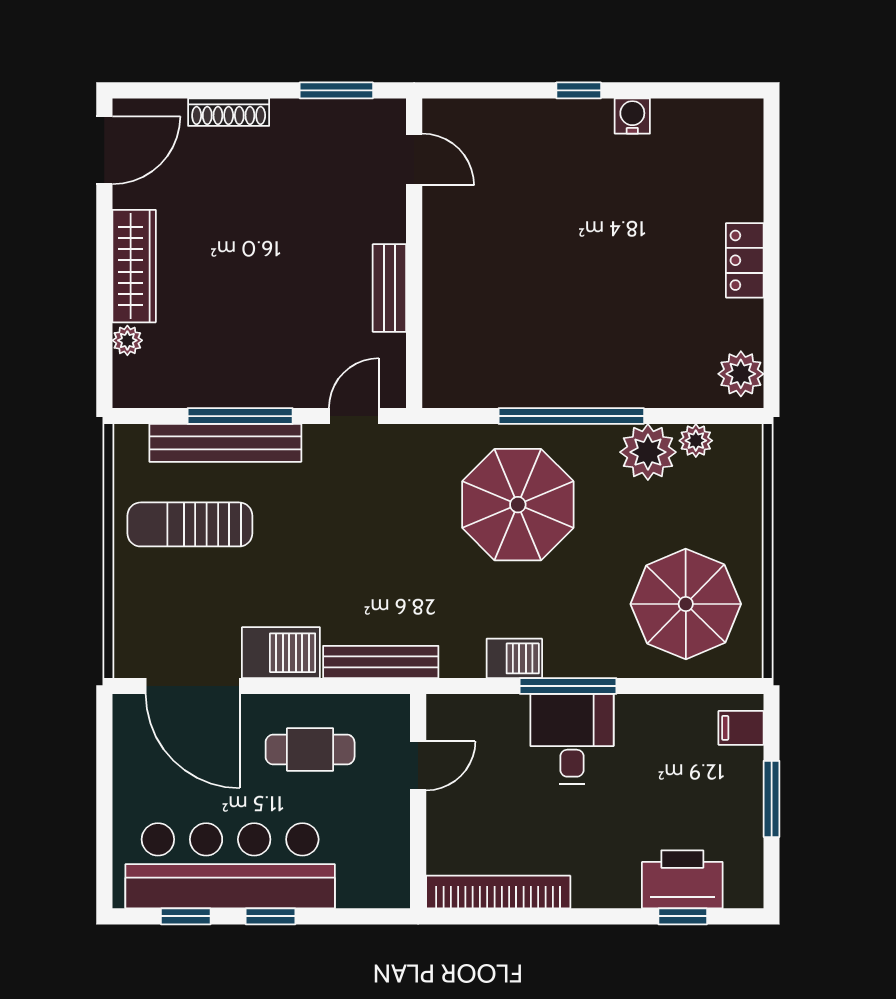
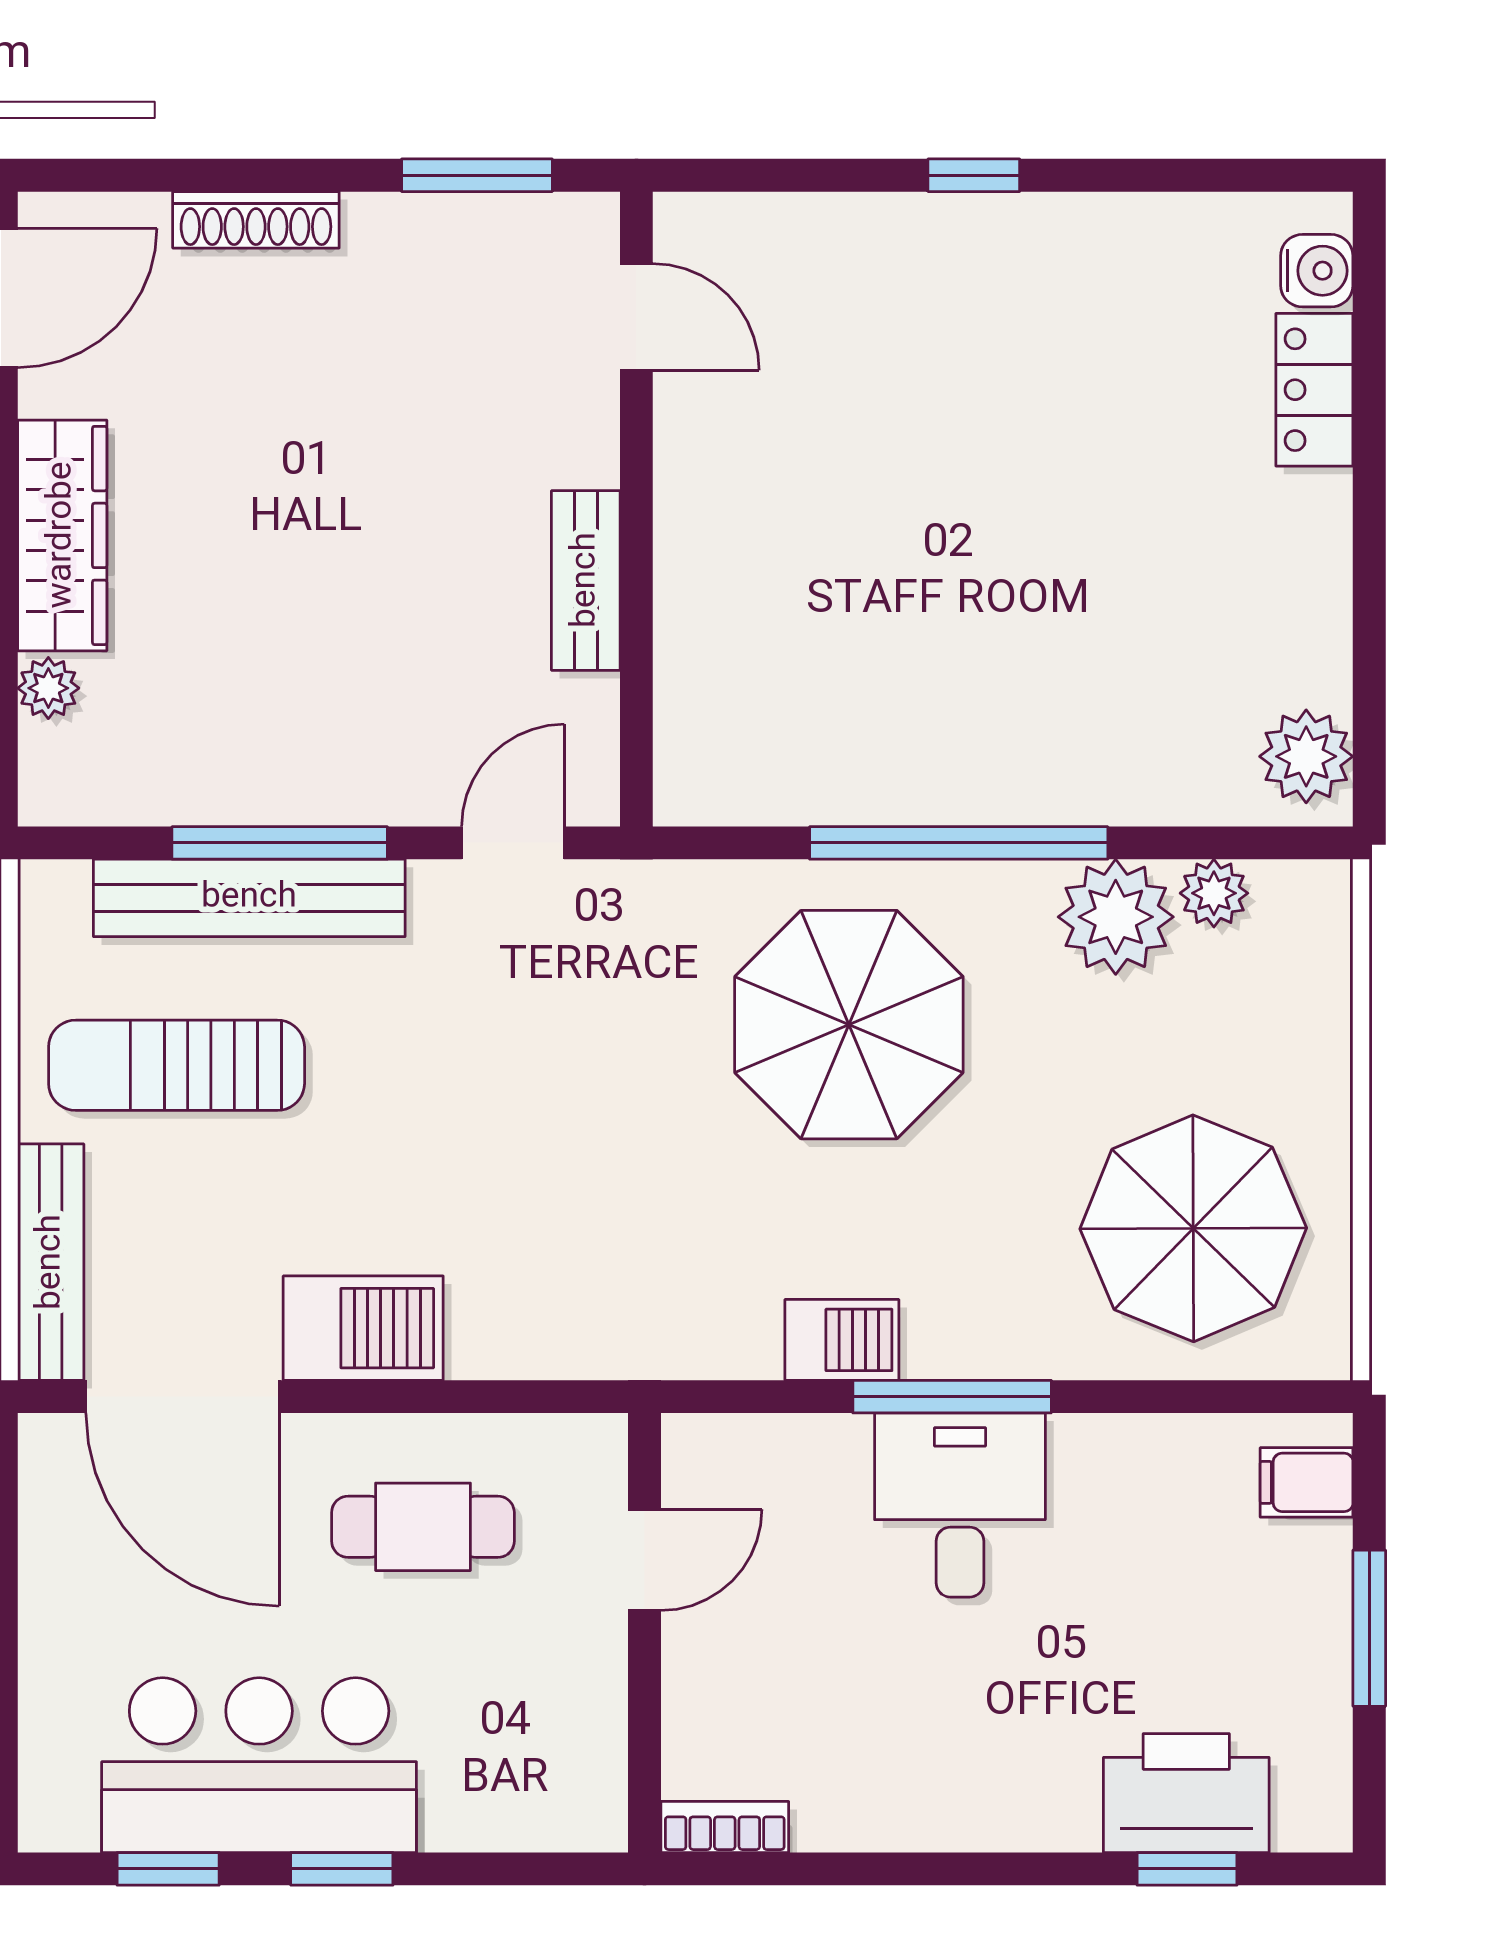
water cooler: (632, 116) -> (1317, 271), moved, turned 90
locker: (745, 260) -> (1314, 390), moved
bench: (381, 662) -> (51, 1262), moved, turned 90
bar counter: (230, 866) -> (259, 1765), width x0.73
bookcase: (498, 892) -> (725, 1827), width x0.43, depth x0.76

